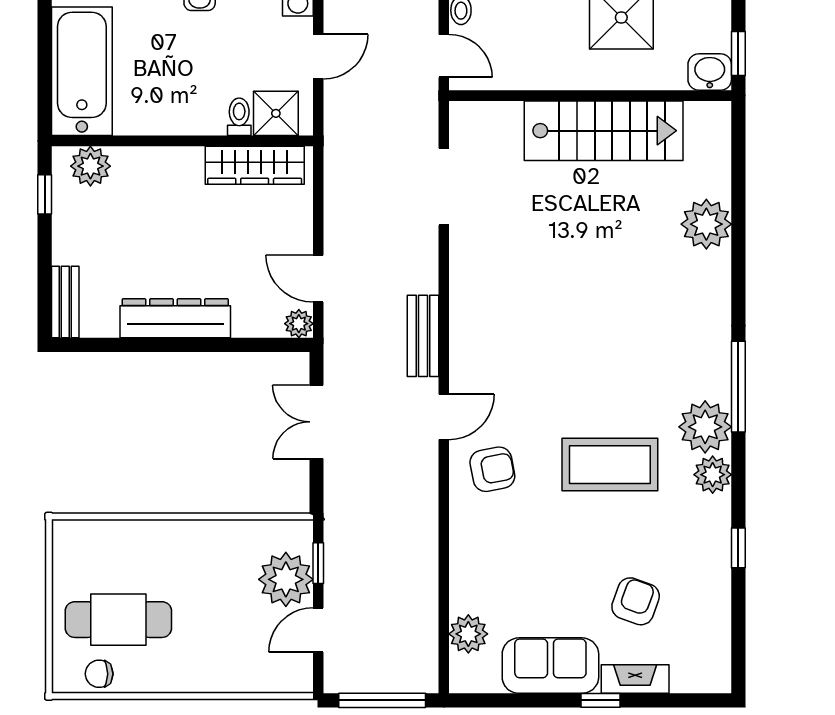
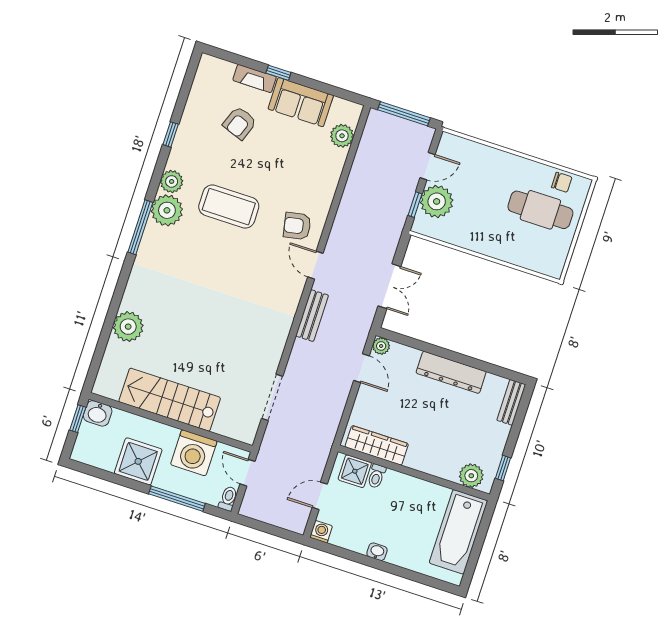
washing machine: (538, 60) -> (194, 453), added
door: (444, 417) -> (315, 265), hinge flipped

